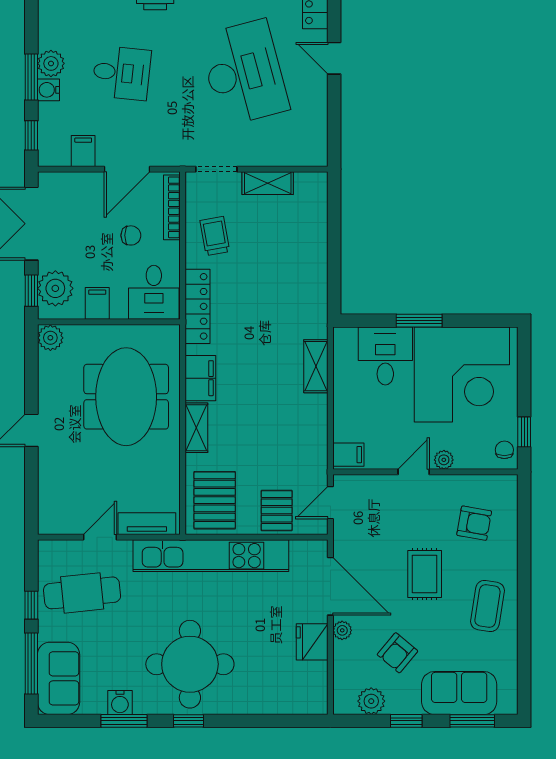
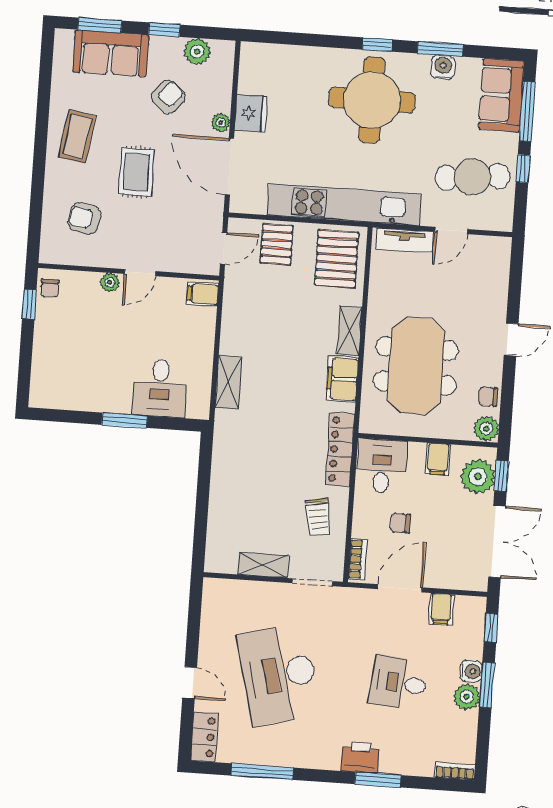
bookcase: (172, 207) -> (358, 559), width x0.64
chair: (51, 371) -> (488, 397), added
corner desk: (462, 374) -> (86, 365), removed

